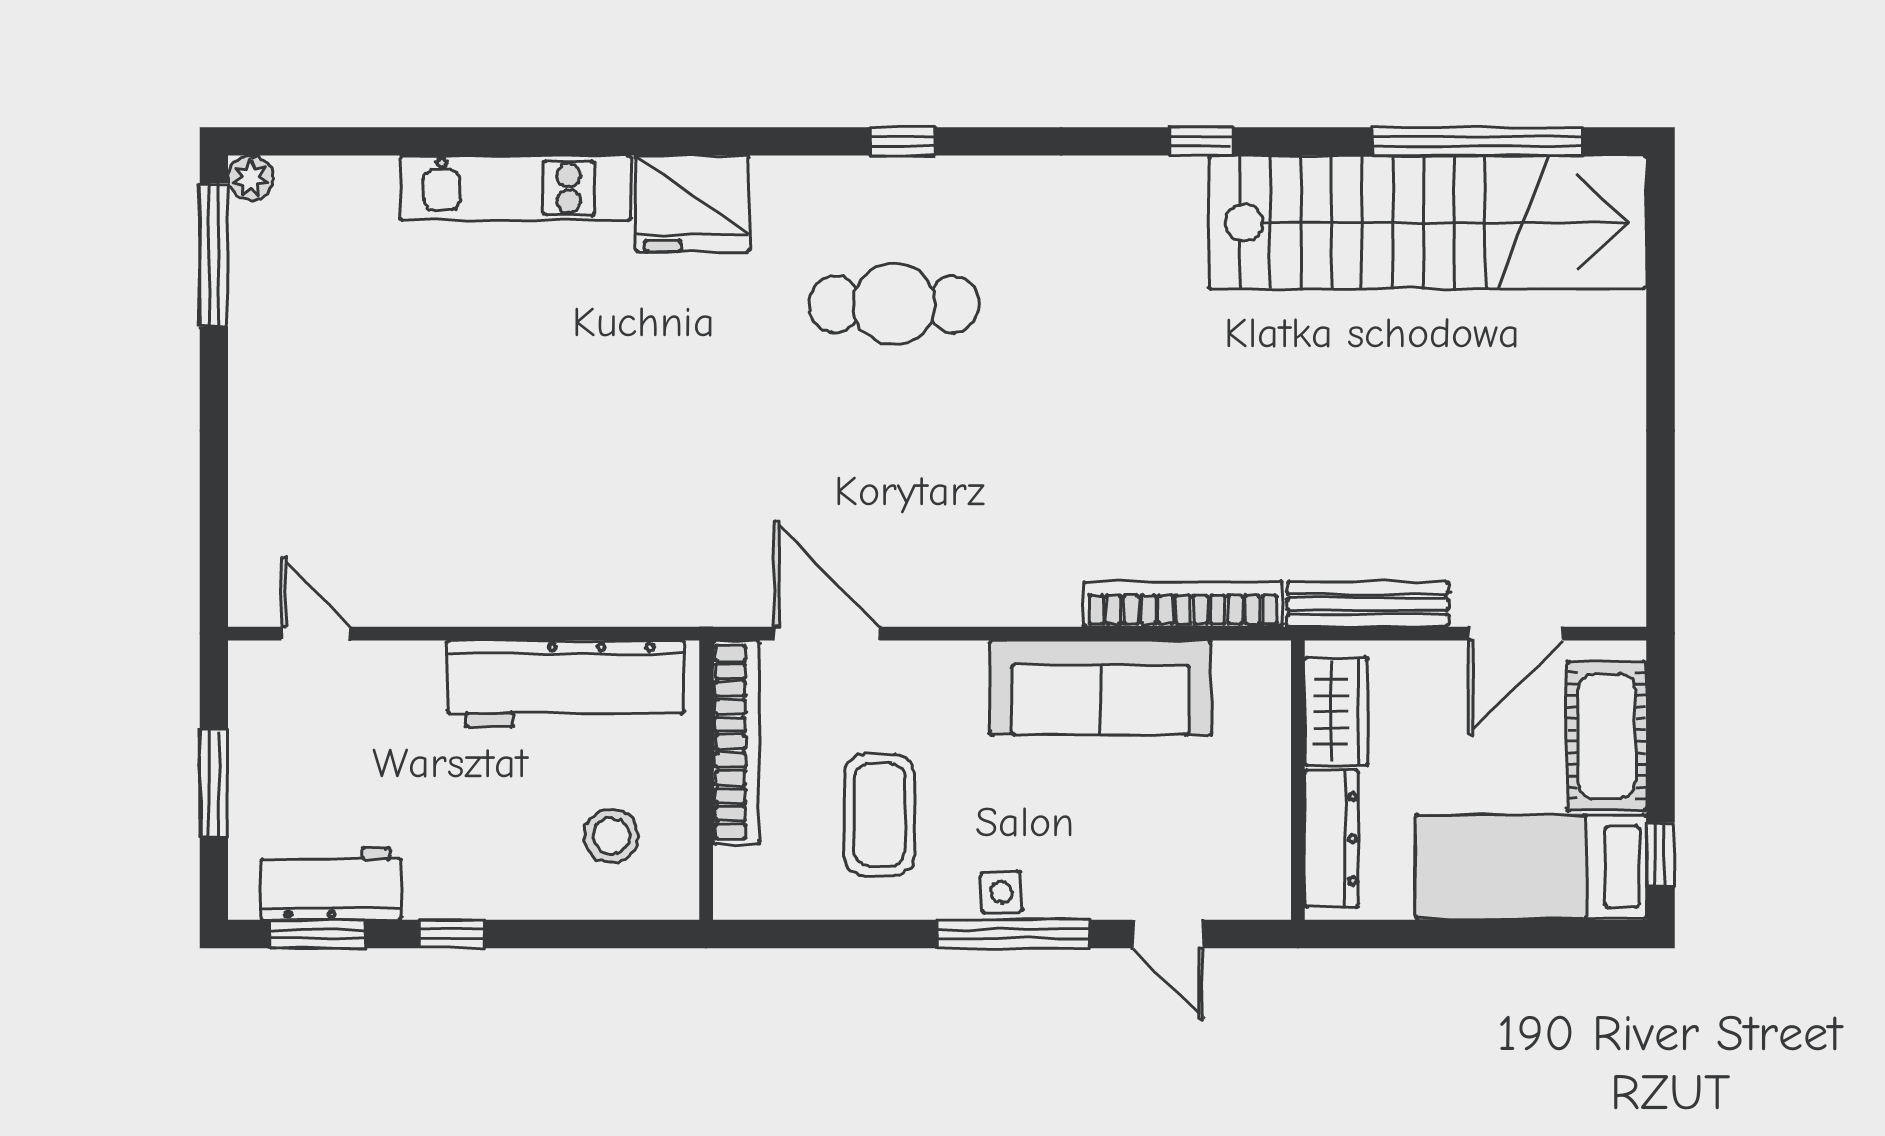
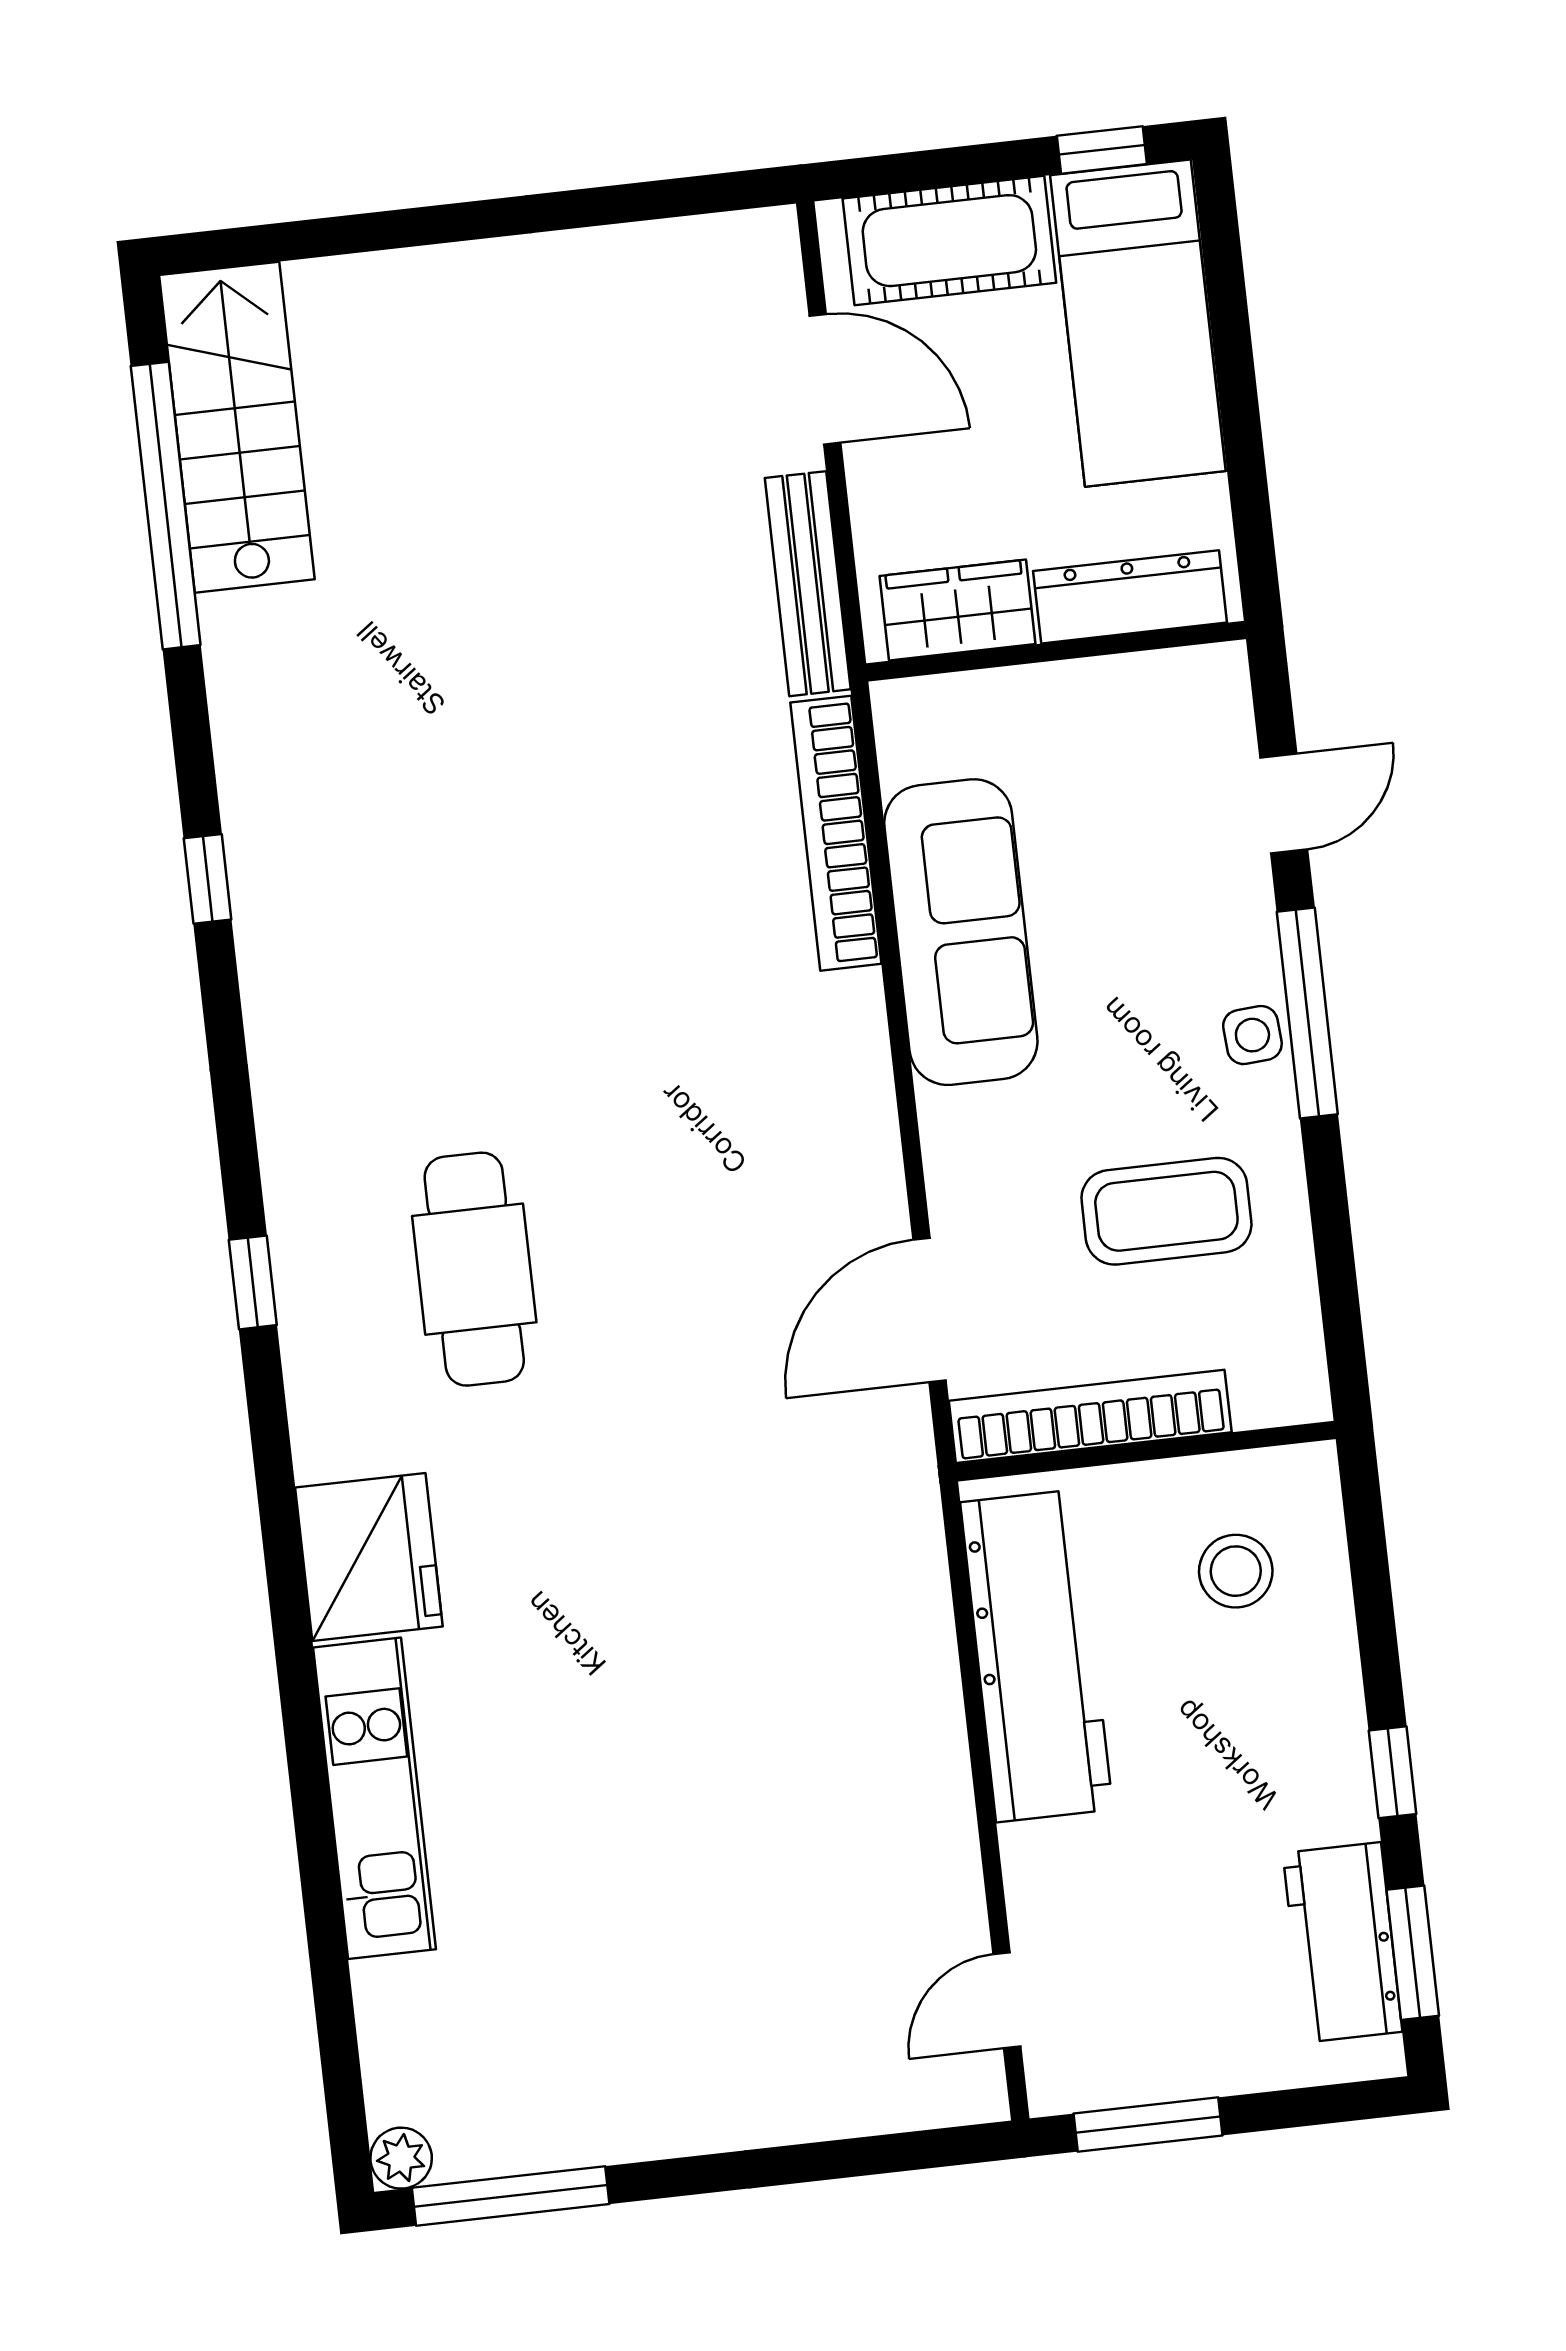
stairs: (1428, 222) -> (237, 427), width x0.54, depth x0.66
window: (214, 783) -> (1148, 2124), moved

